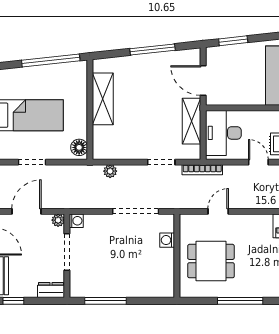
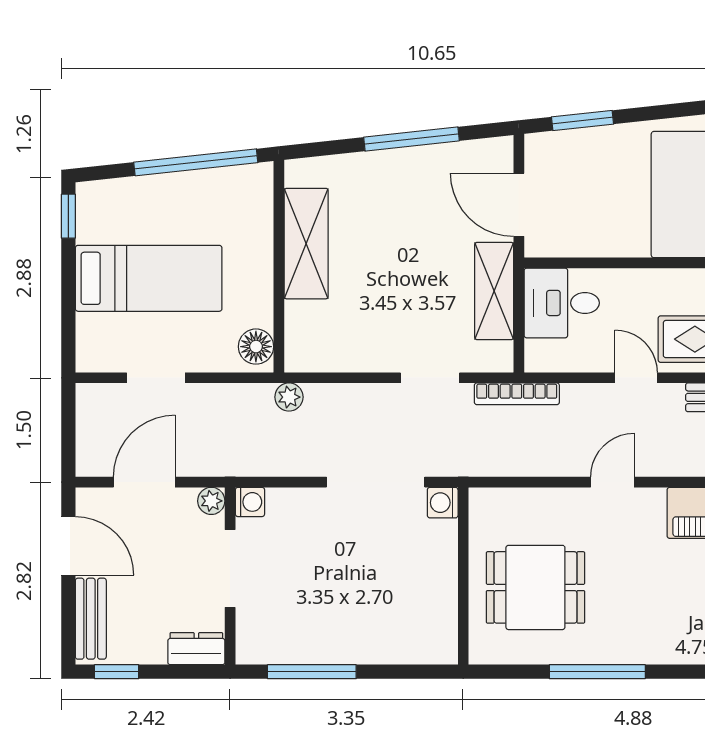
desk: (223, 133) -> (562, 303), width x0.73
plant: (110, 171) -> (289, 397), moved
door: (218, 211) -> (612, 482), moved
washing machine: (167, 240) -> (443, 503), moved

